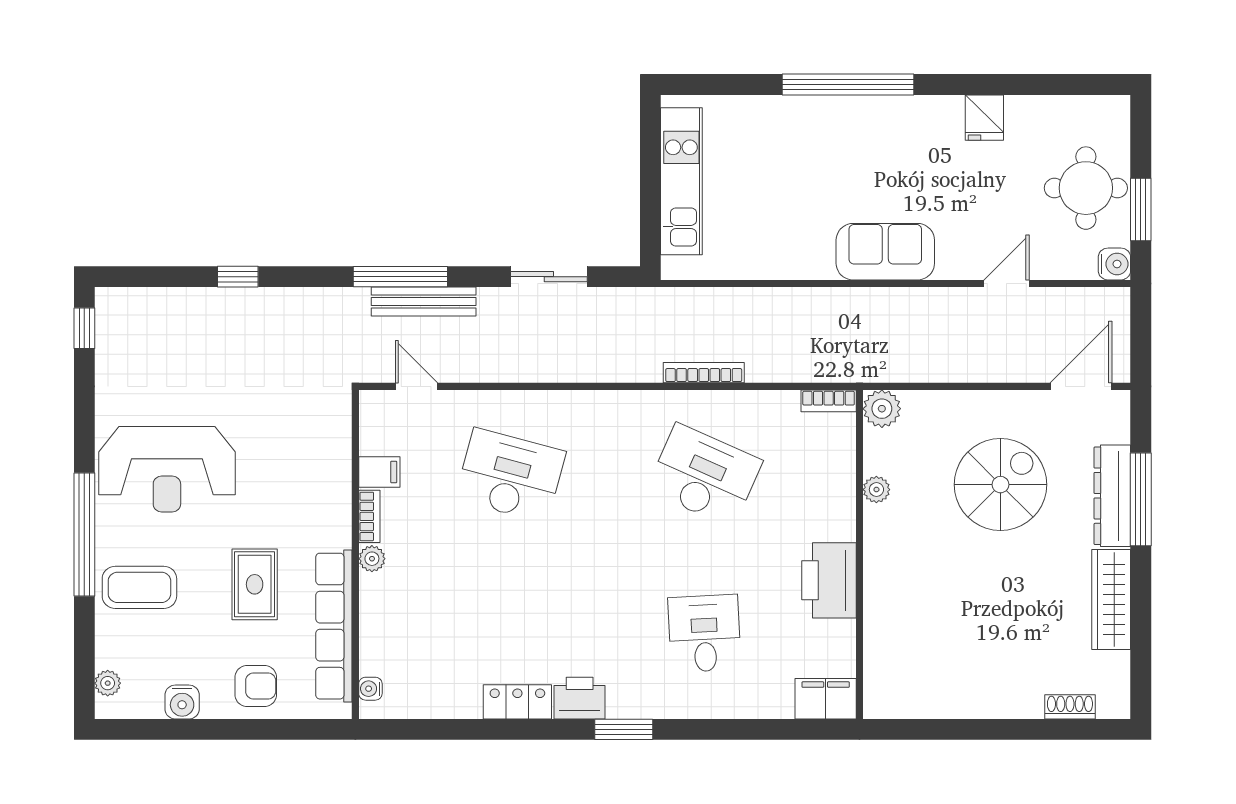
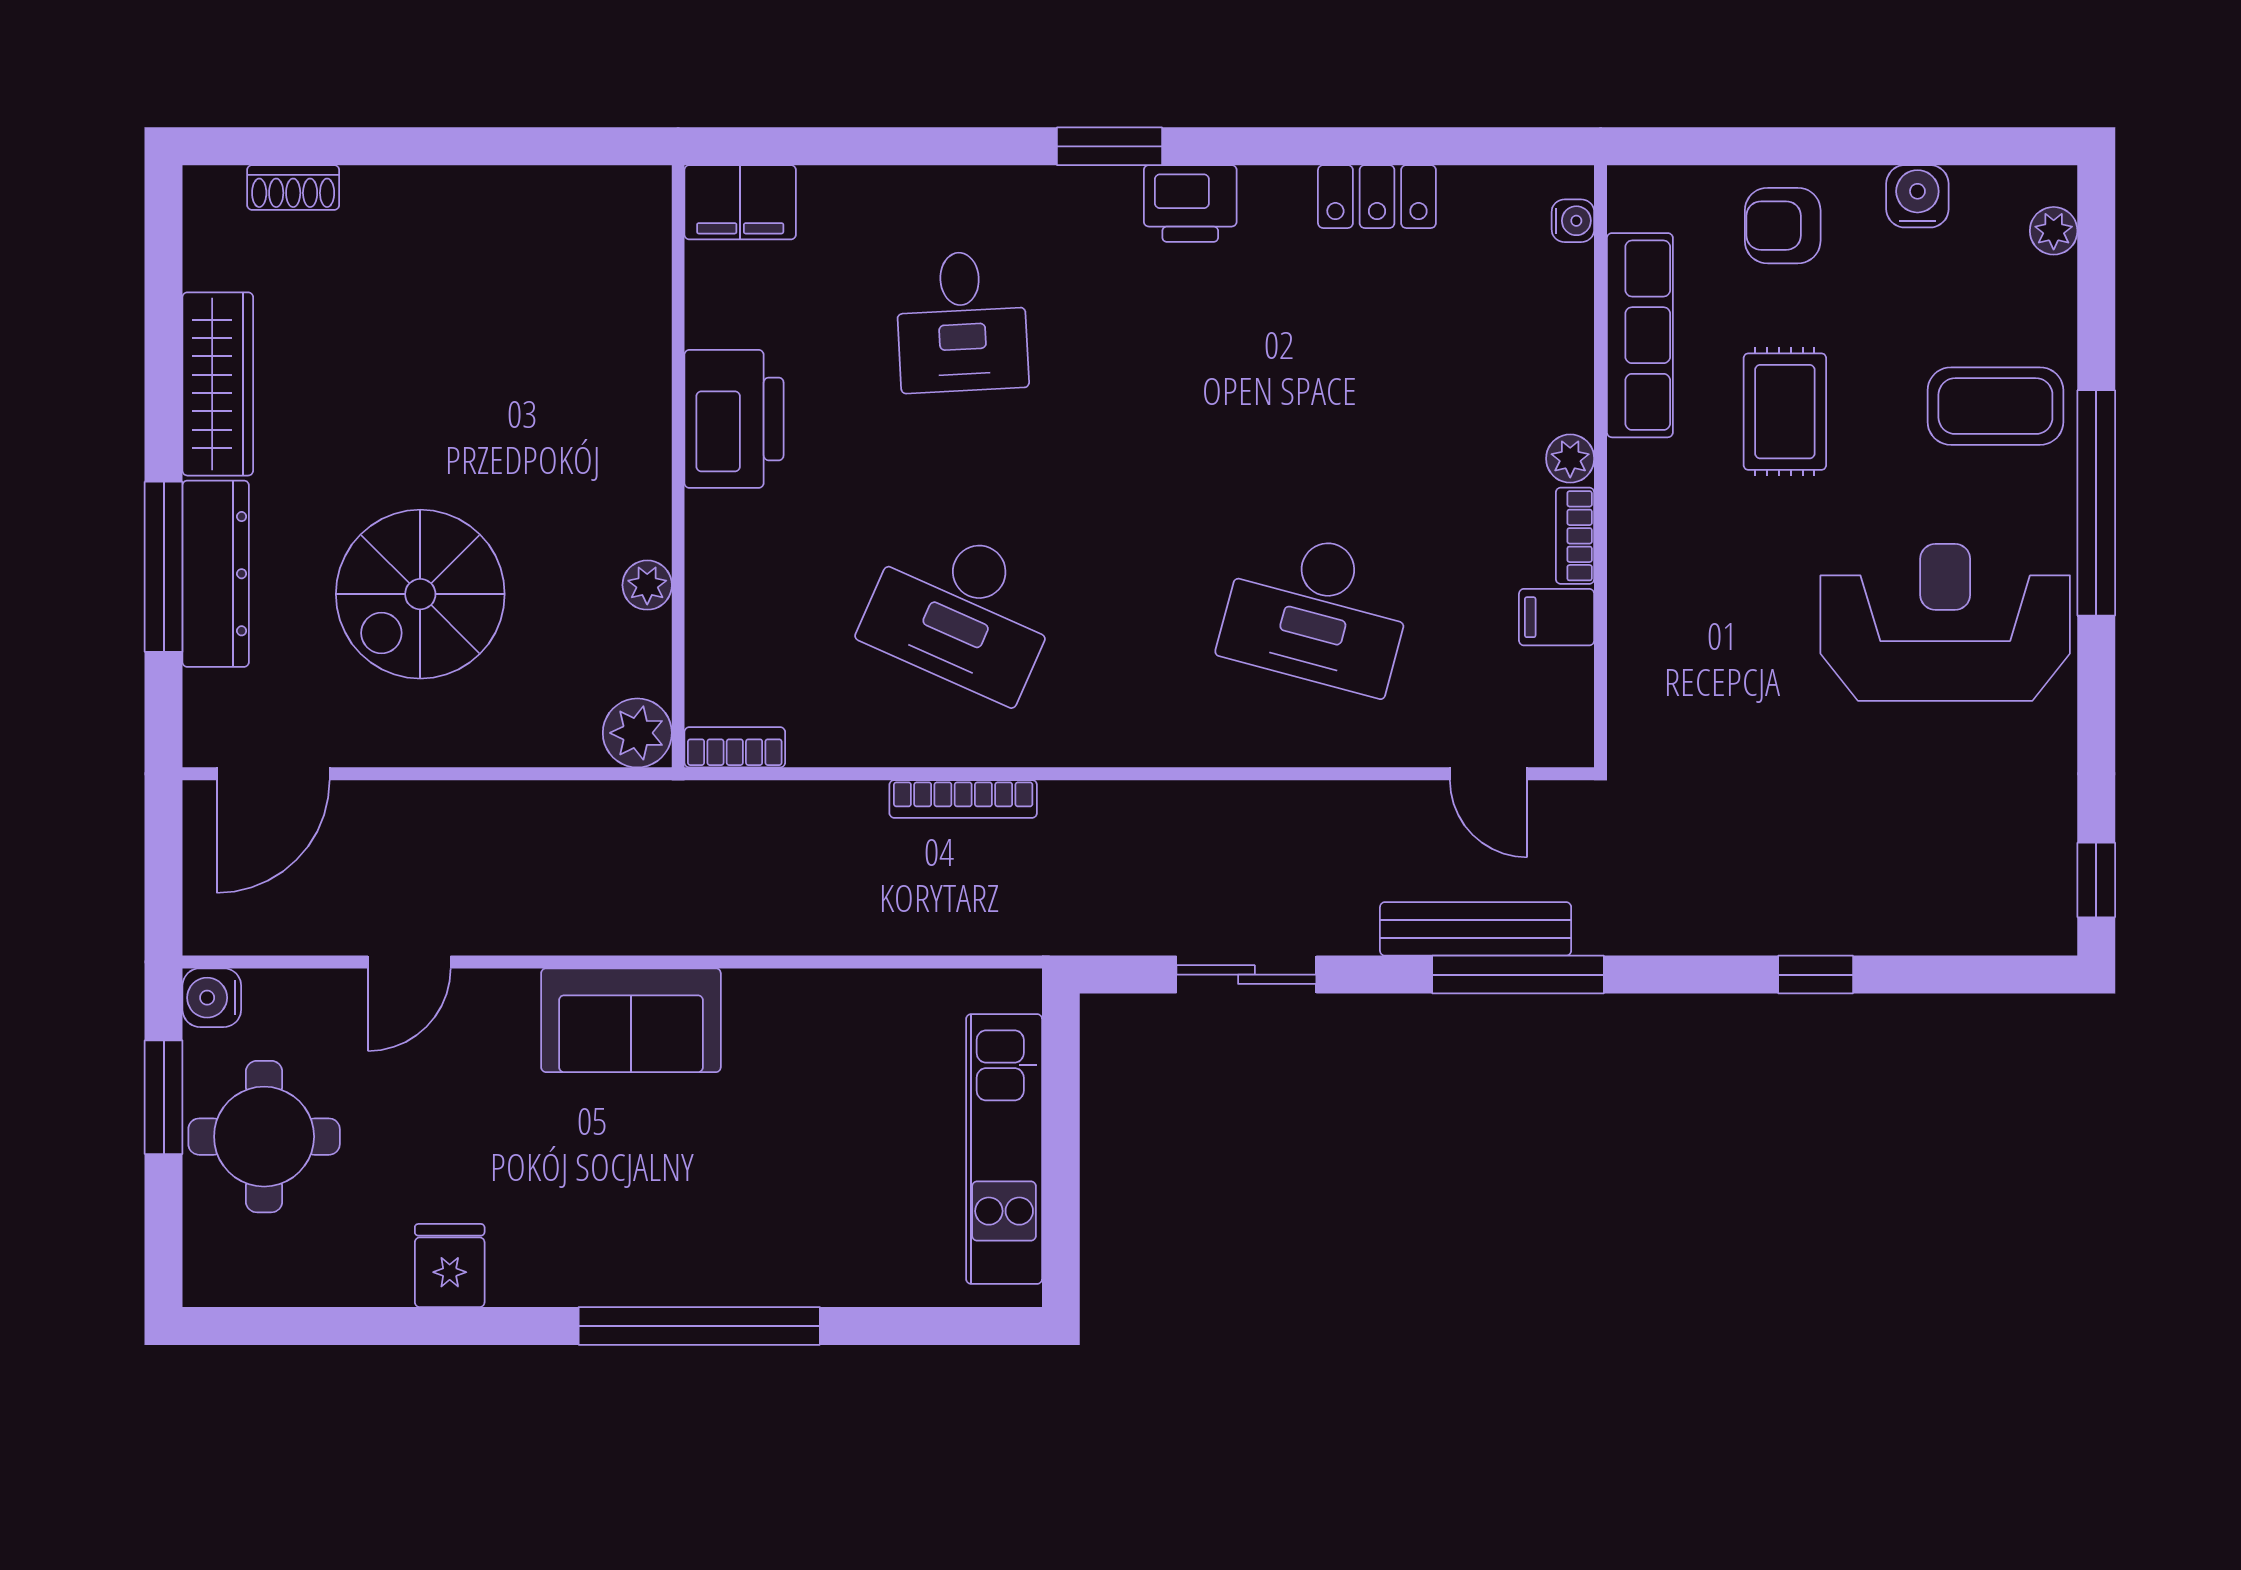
row of seats: (334, 626) -> (1640, 335), width x0.73
locker: (517, 702) -> (1377, 197), moved

